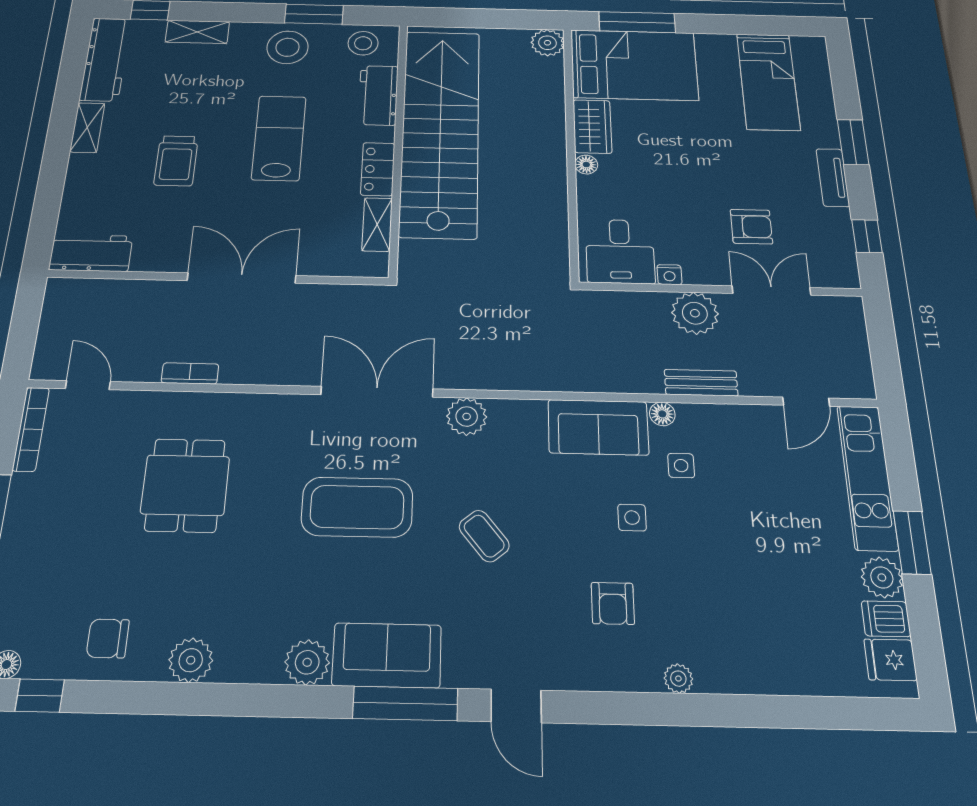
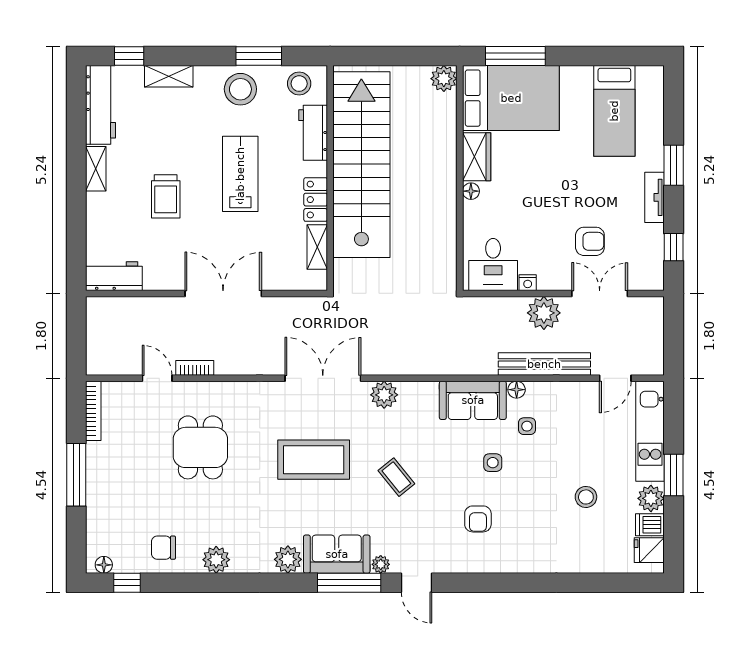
bench: (701, 383) -> (544, 364), width x1.86, depth x1.21
door: (88, 385) -> (157, 378), moved
stool: (780, 573) -> (586, 497), added
plant: (678, 679) -> (381, 564), moved

